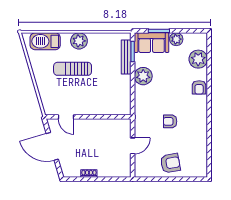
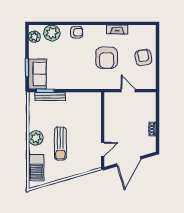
plant: (176, 39) -> (34, 37), moved
plant: (143, 76) -> (67, 81), removed
armchair: (170, 121) -> (107, 58), width x1.88, depth x1.88
fireplace: (202, 133) -> (117, 29), added

